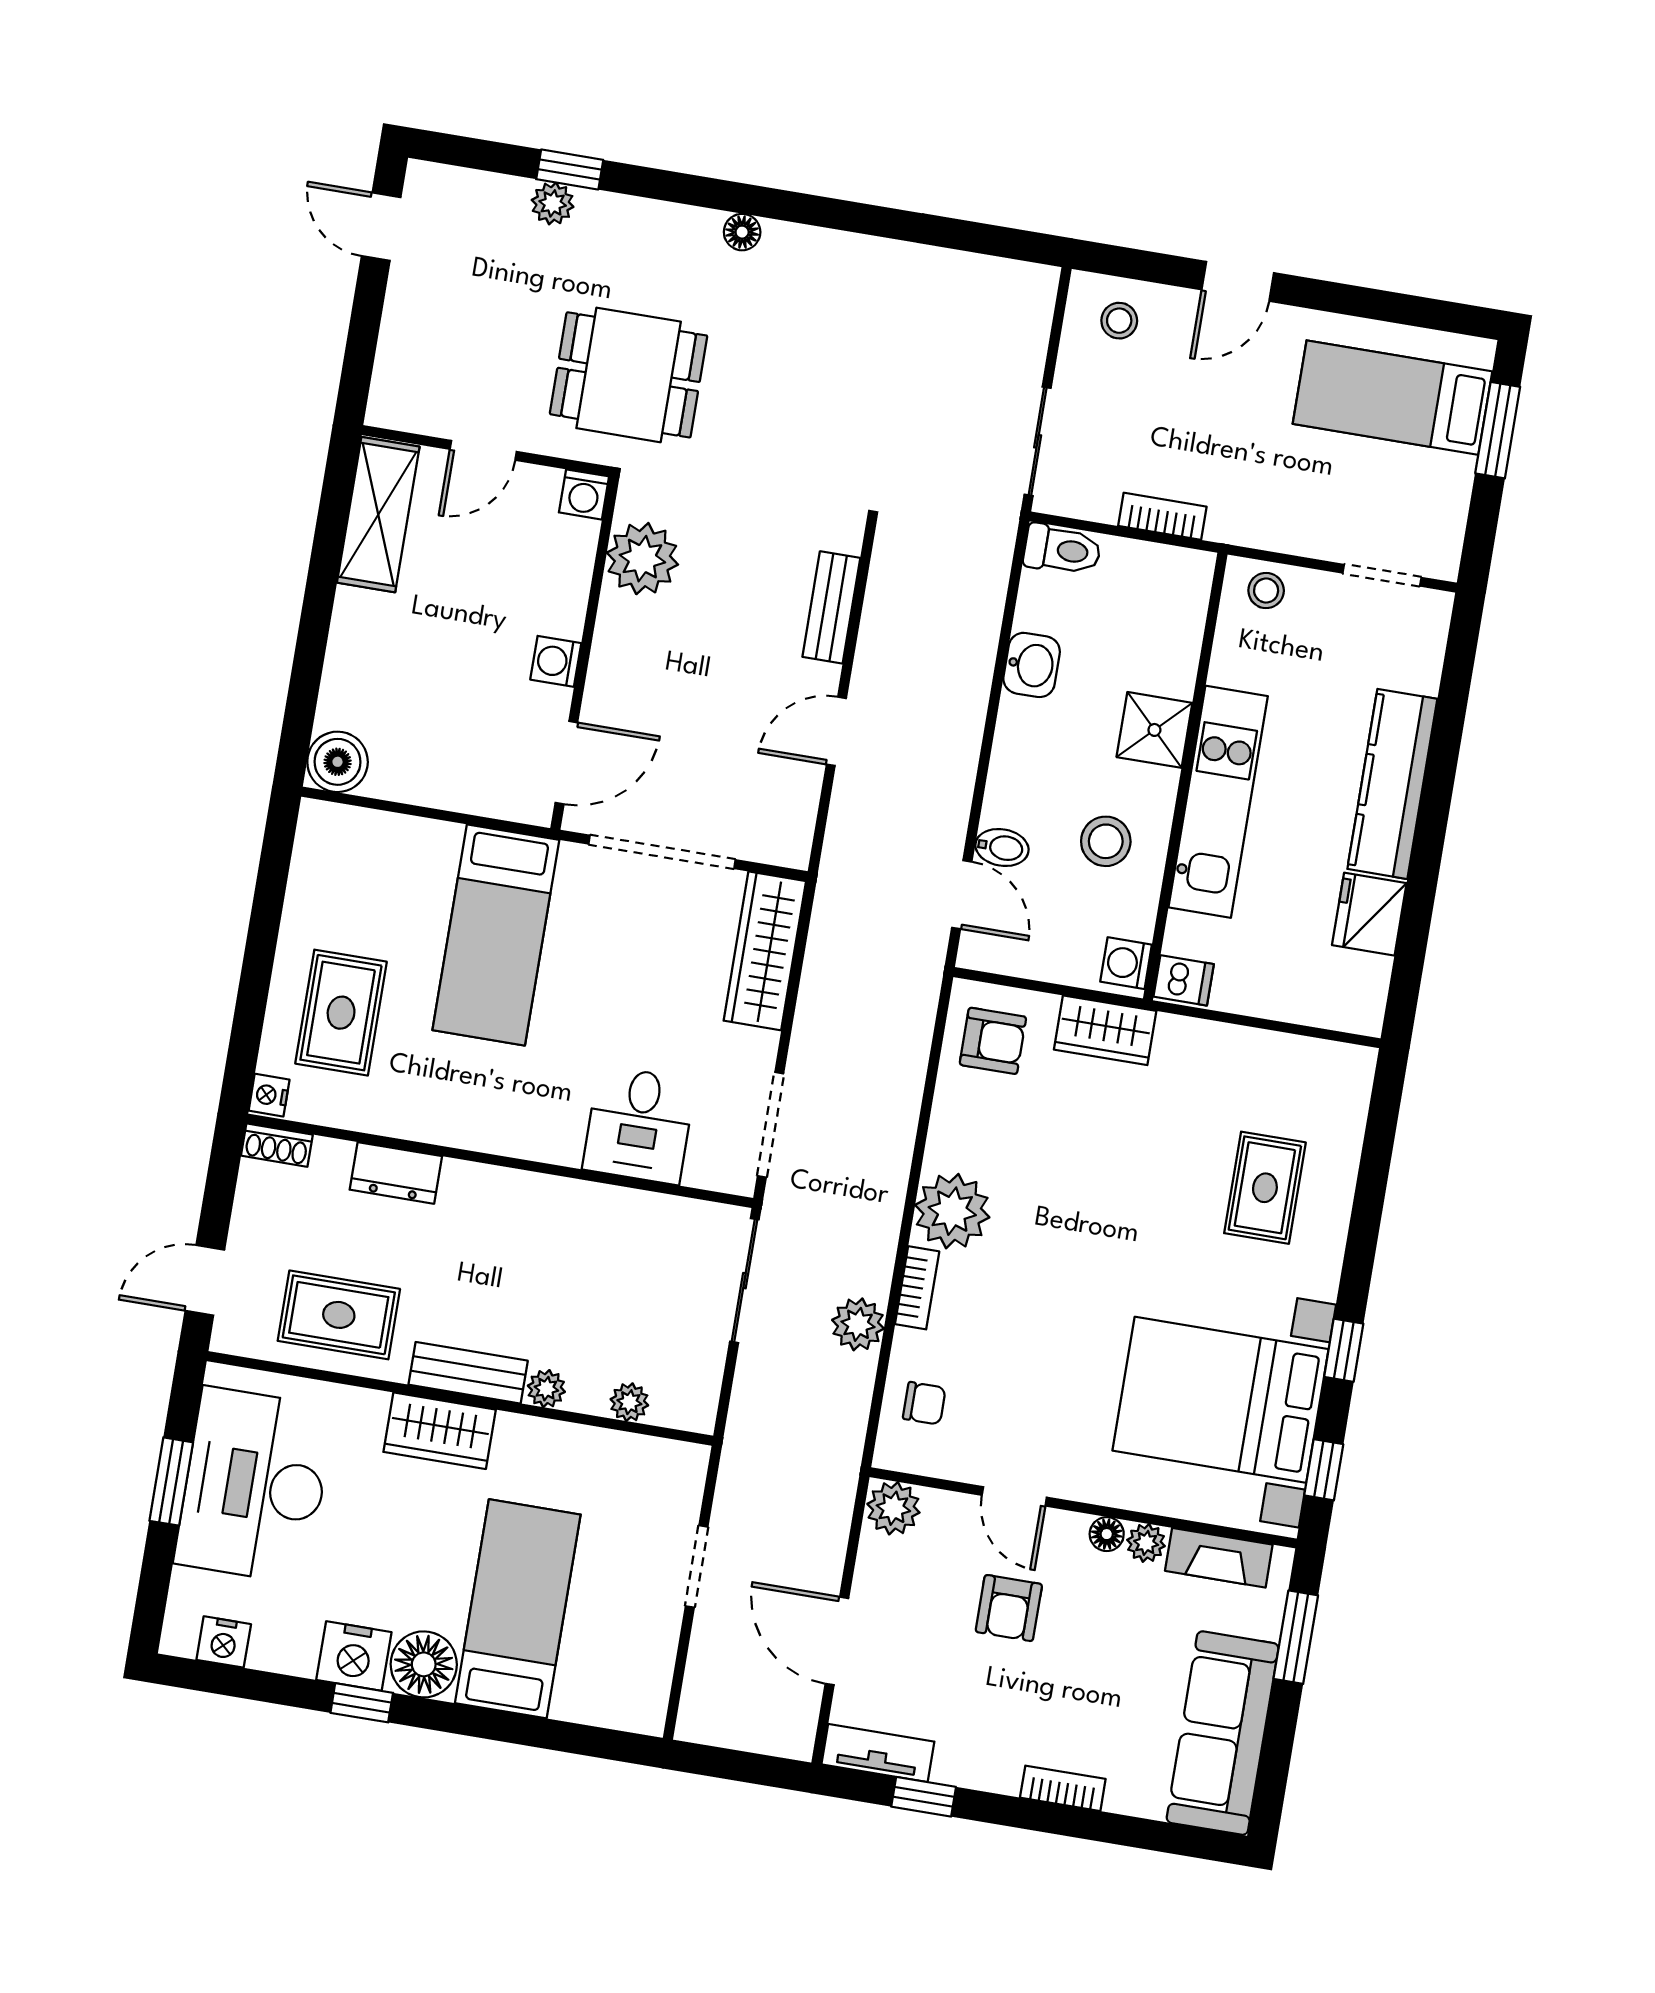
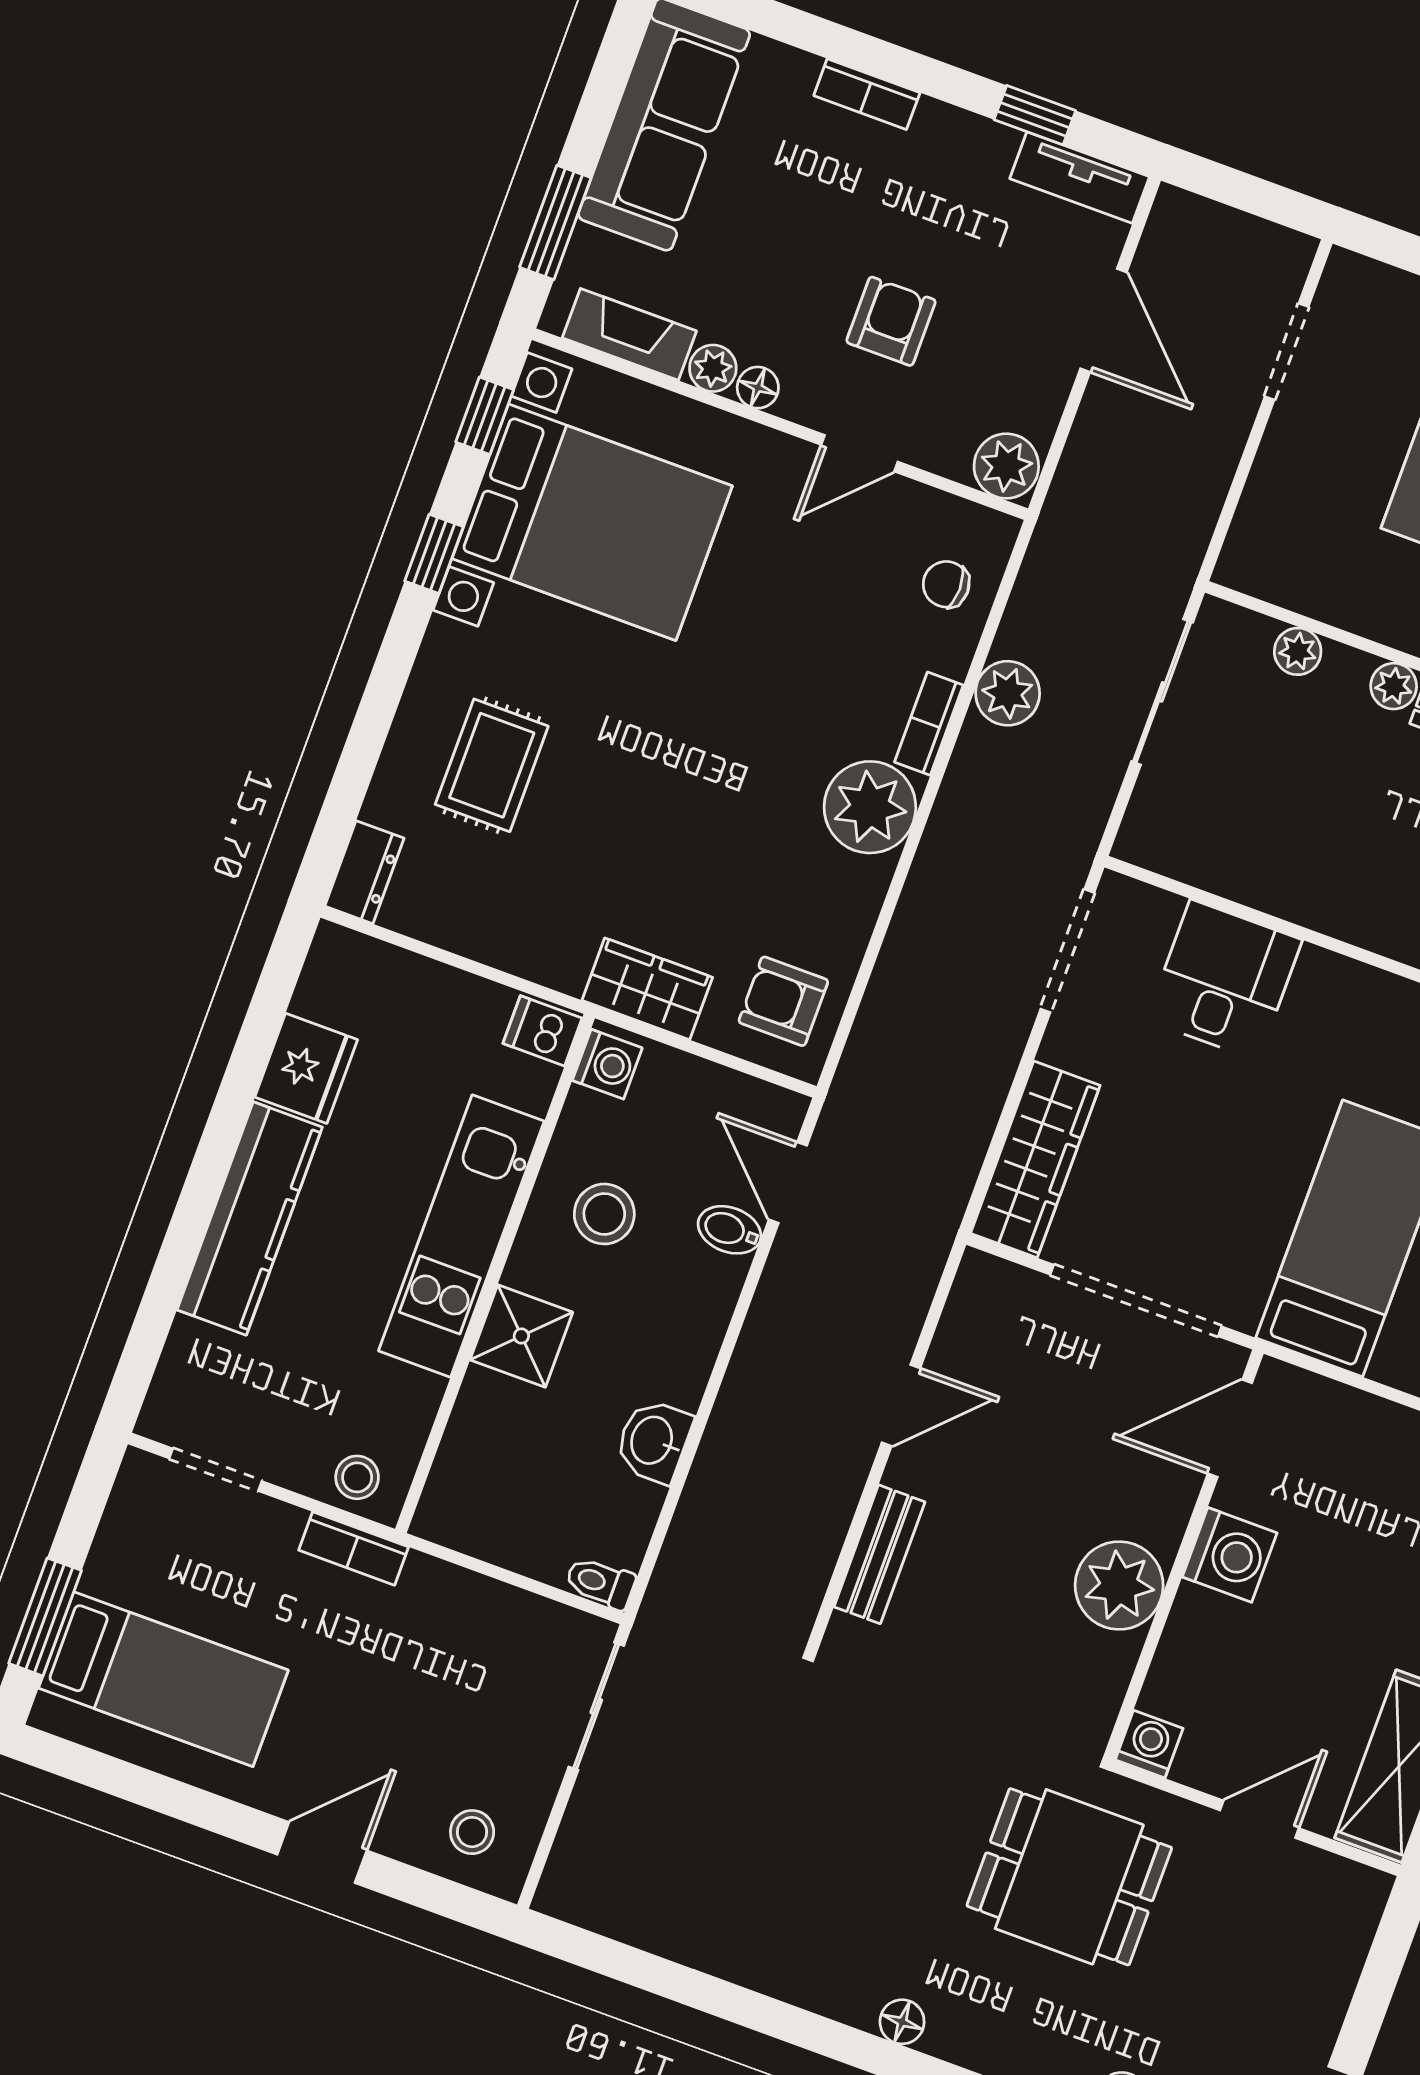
bookcase: (1162, 516) -> (354, 1549), moved
toilet: (1062, 550) -> (600, 1583), width x0.73, depth x0.72
plant: (642, 559) -> (1119, 1585), moved
washing machine: (556, 661) -> (1230, 1555), width x1.38, depth x1.38
dresser: (1352, 1082) -> (364, 872), added
sliding door: (744, 1281) -> (1162, 692), moved
door: (1014, 1496) -> (860, 453), swing flipped
doorway: (697, 1566) -> (1287, 352), moved

